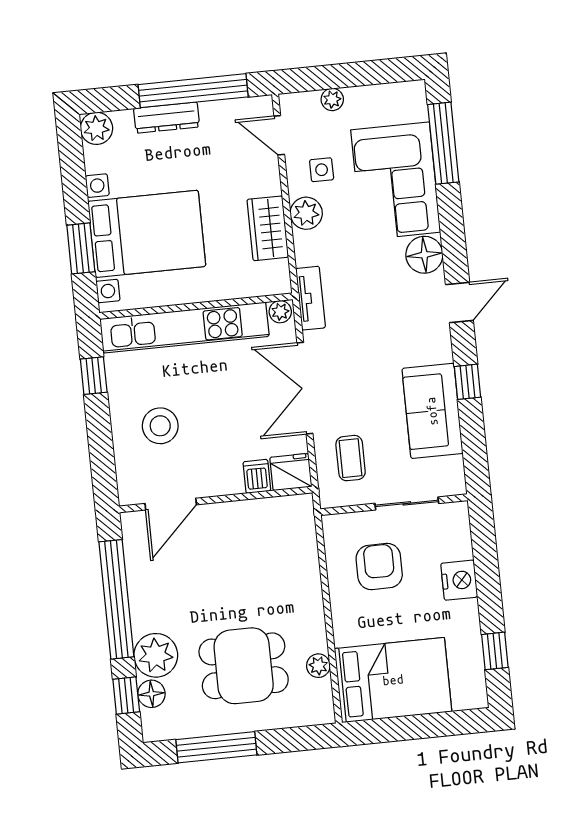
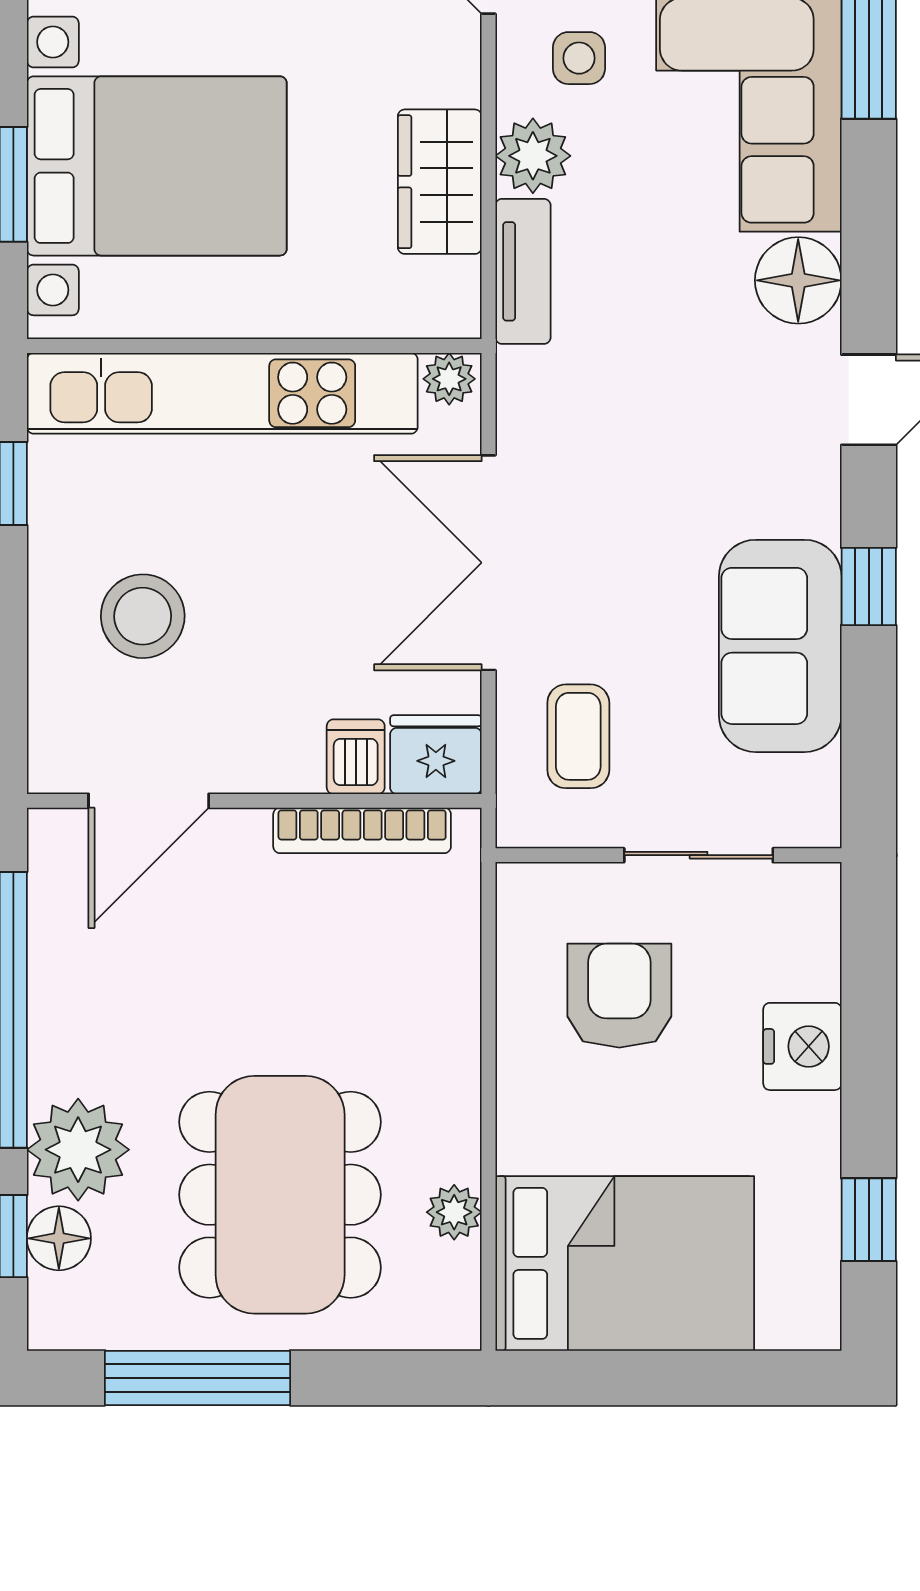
tv unit: (311, 298) -> (523, 271), moved
bookcase: (263, 507) -> (362, 830), added
dining table: (244, 666) -> (280, 1195), width x1.38

